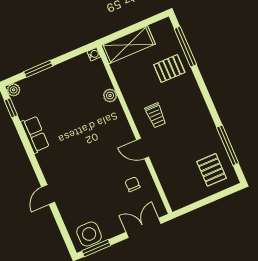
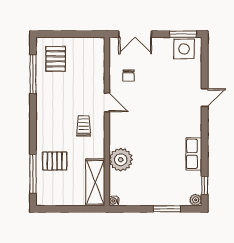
shelving: (128, 45) -> (95, 182), moved, turned 90
plant: (110, 96) -> (121, 160), width x1.87, depth x1.87

